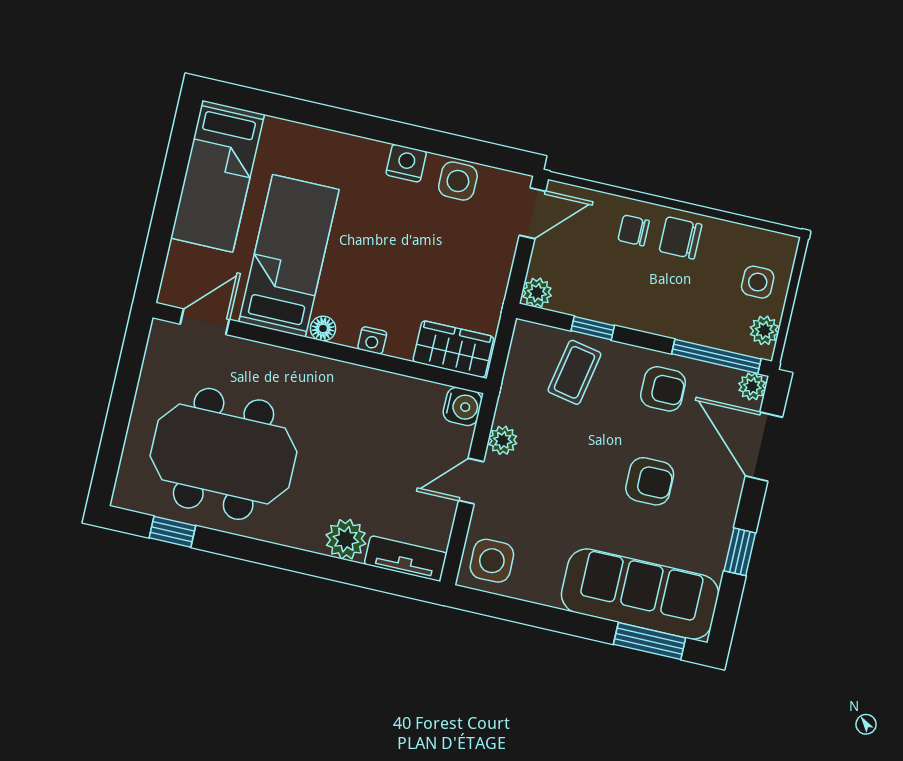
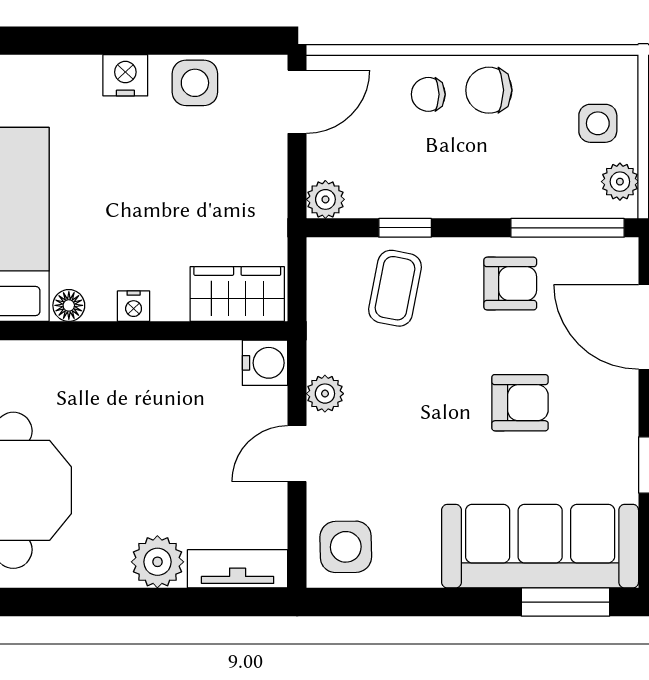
plant: (752, 386) -> (621, 255), removed

